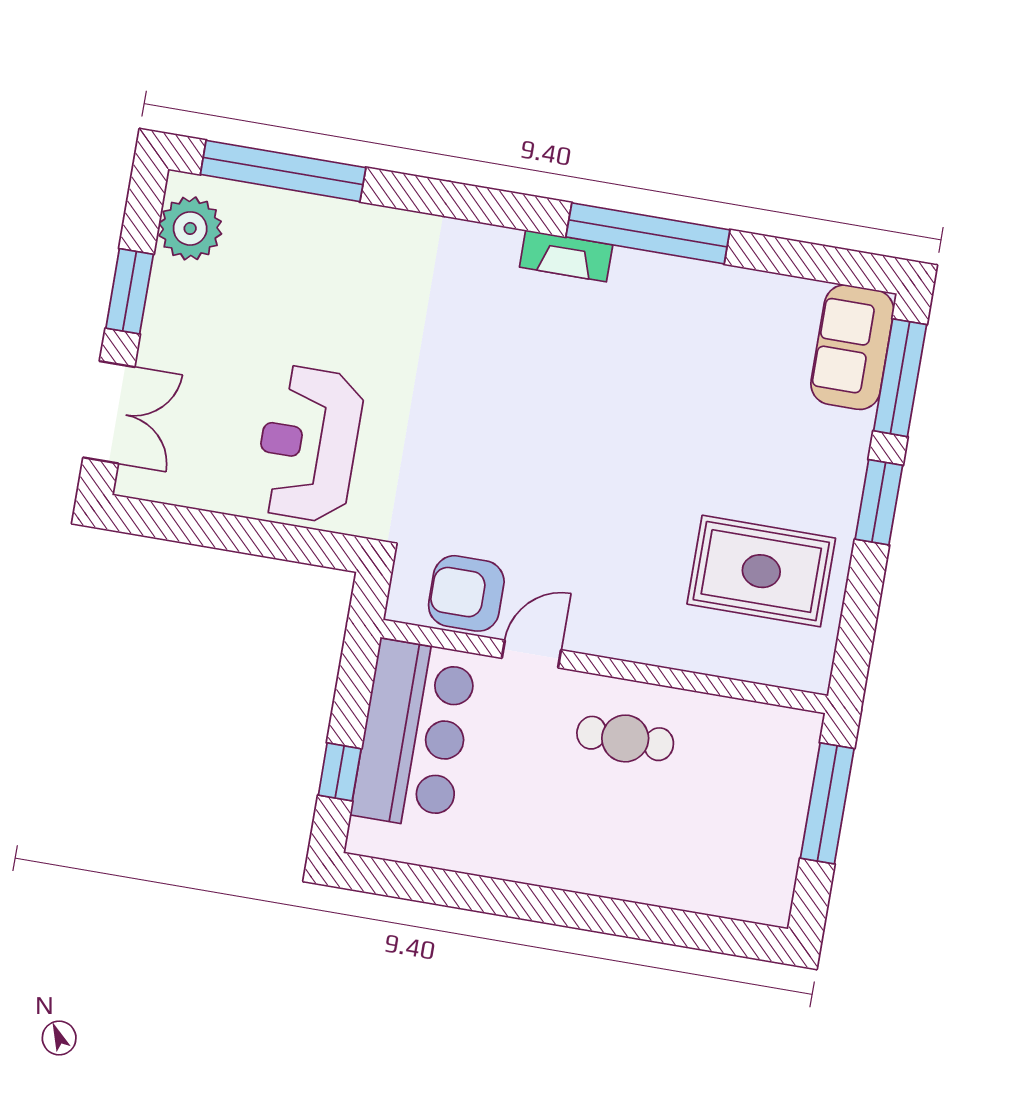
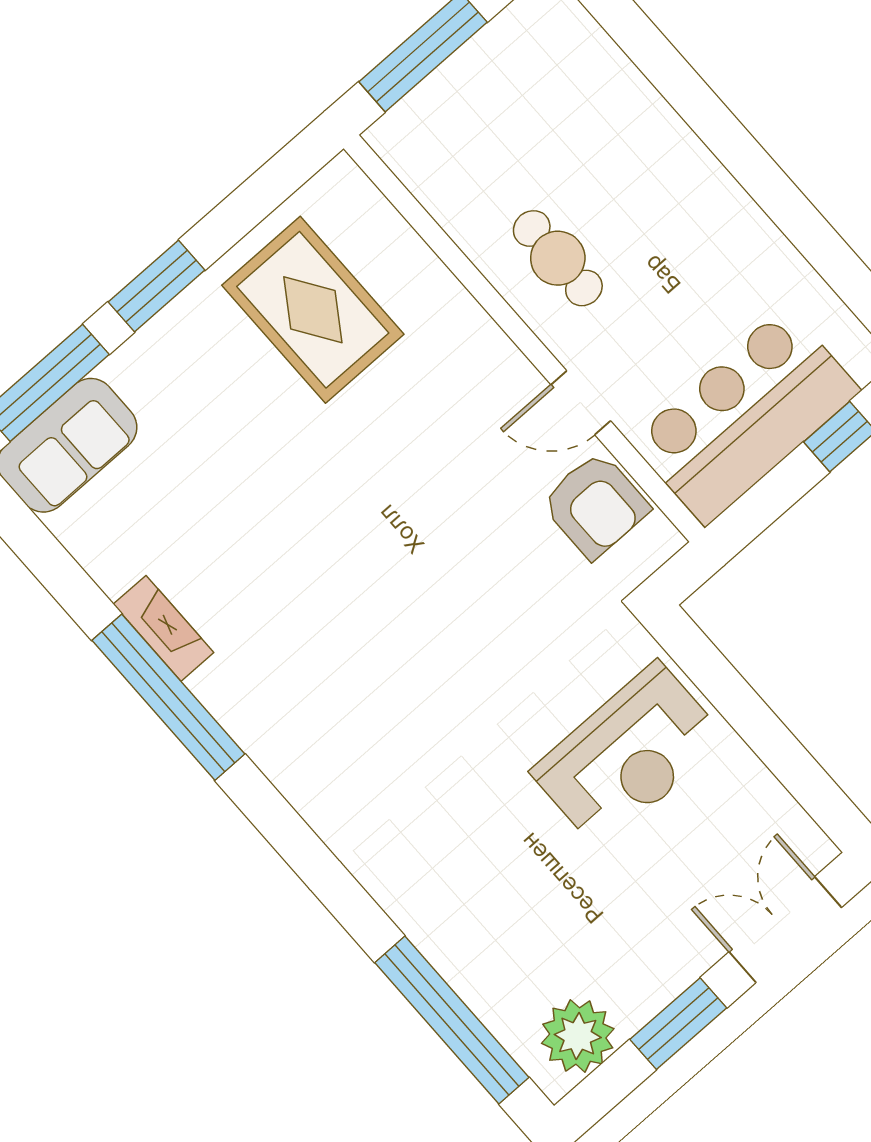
fireplace: (566, 256) -> (164, 628), moved

